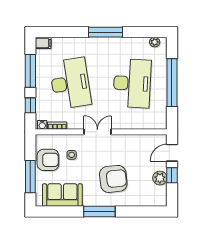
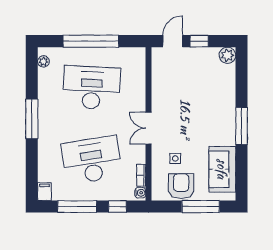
door: (172, 153) -> (173, 41), swing flipped
plant: (160, 178) -> (227, 55), moved
armchair: (113, 179) -> (203, 110), removed

